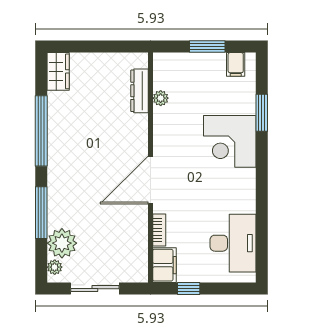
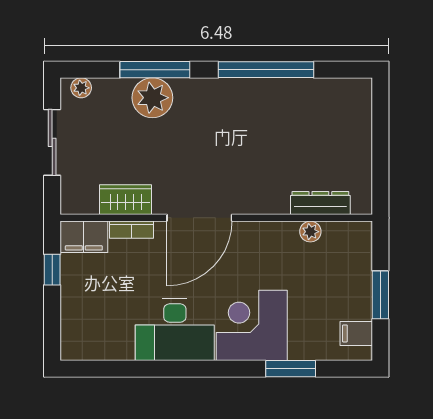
wardrobe: (58, 71) -> (126, 200), moved, turned 180
door: (150, 180) -> (199, 218), swing flipped
plant: (62, 243) -> (152, 98), moved
desk: (233, 243) -> (175, 330), moved

